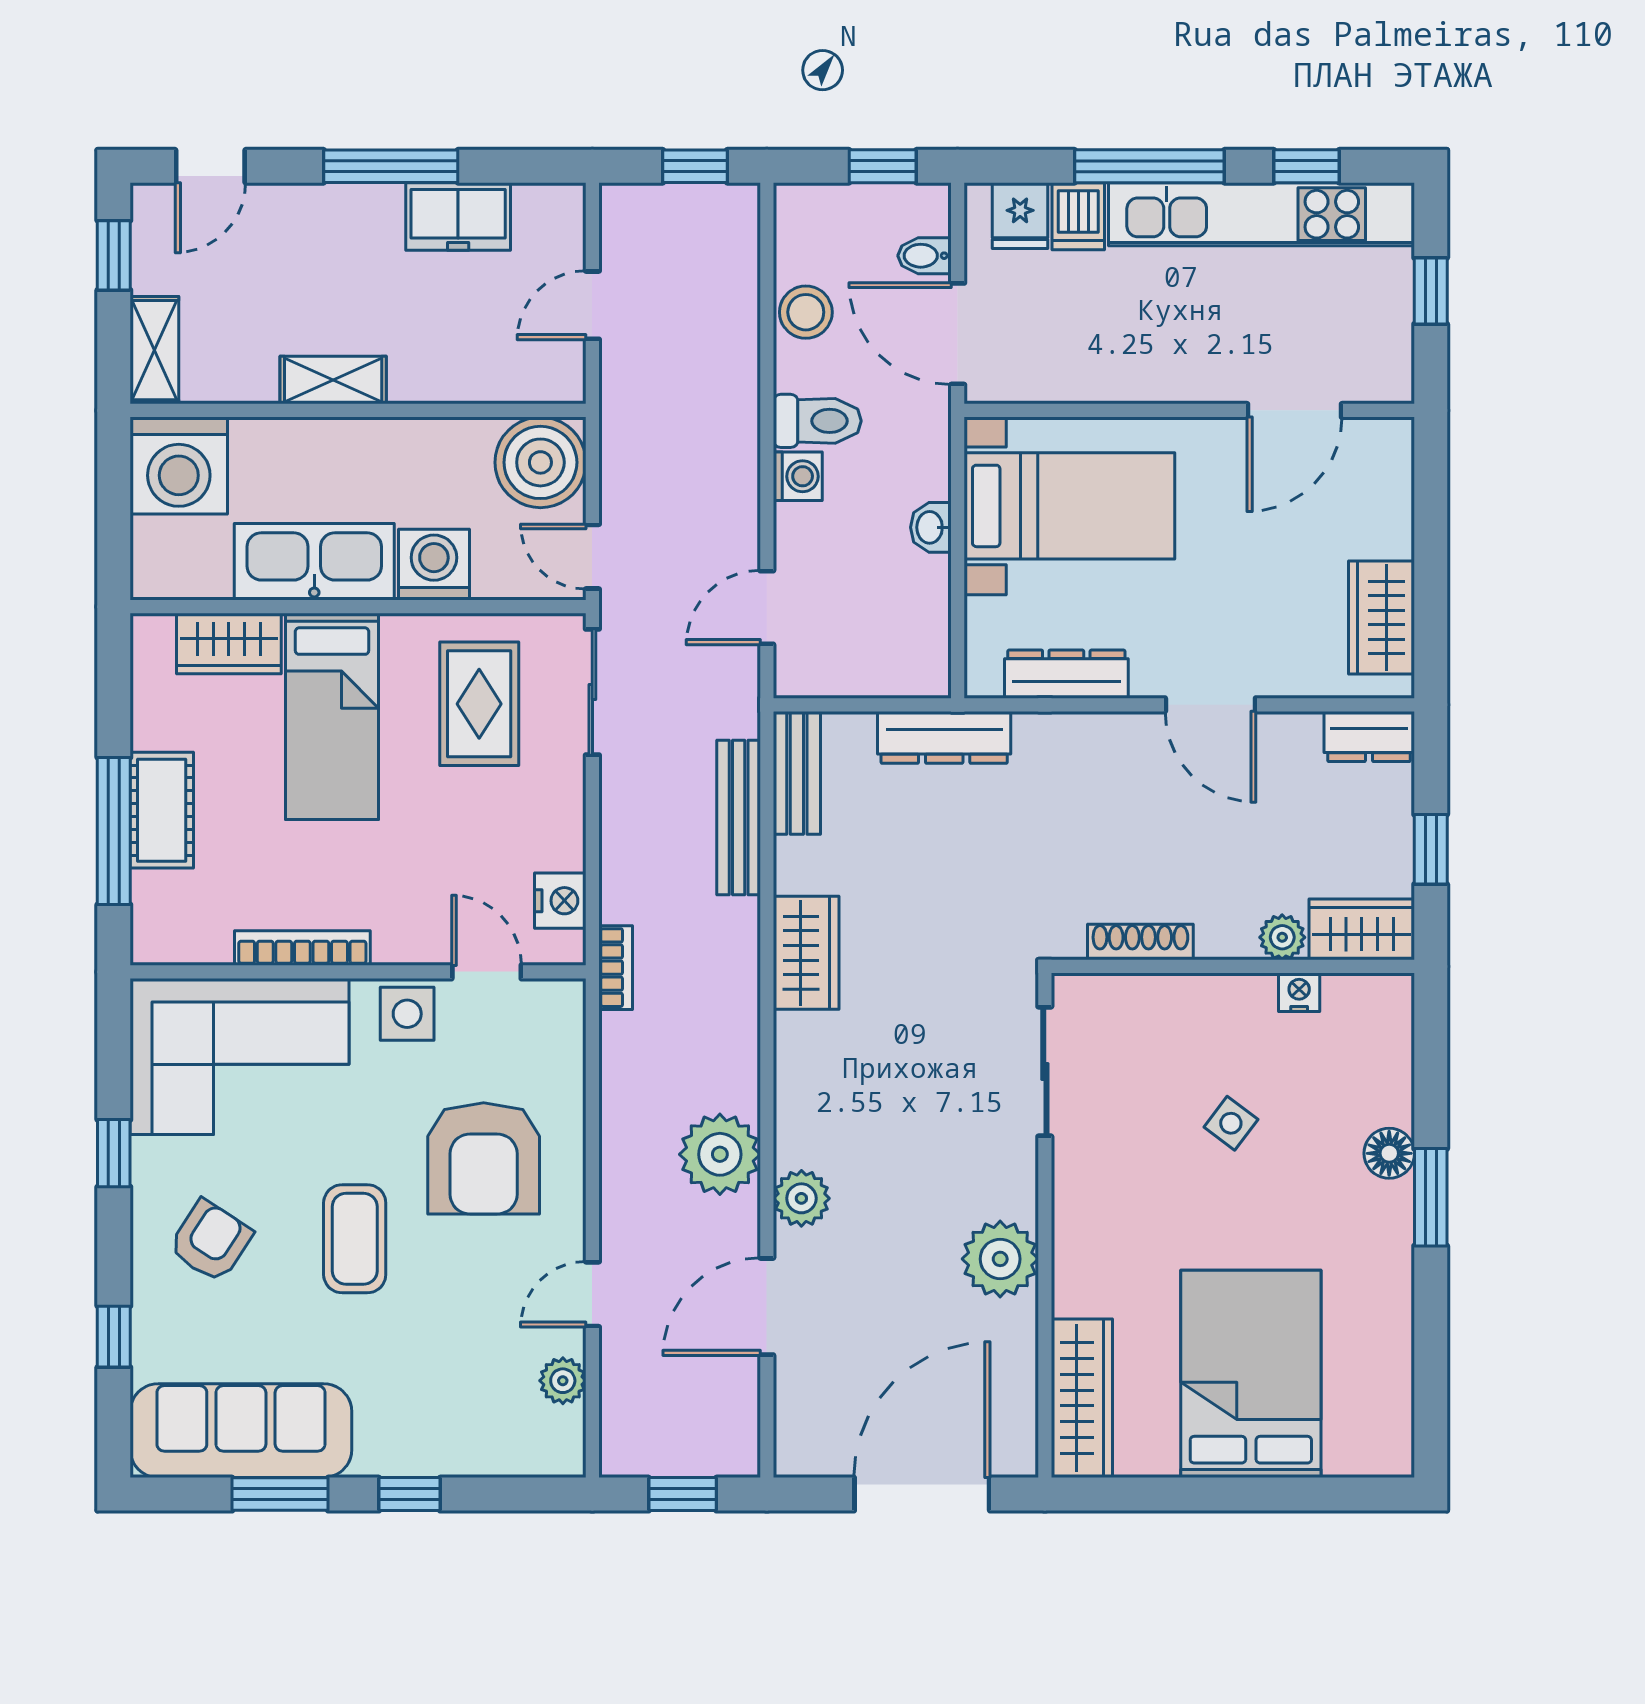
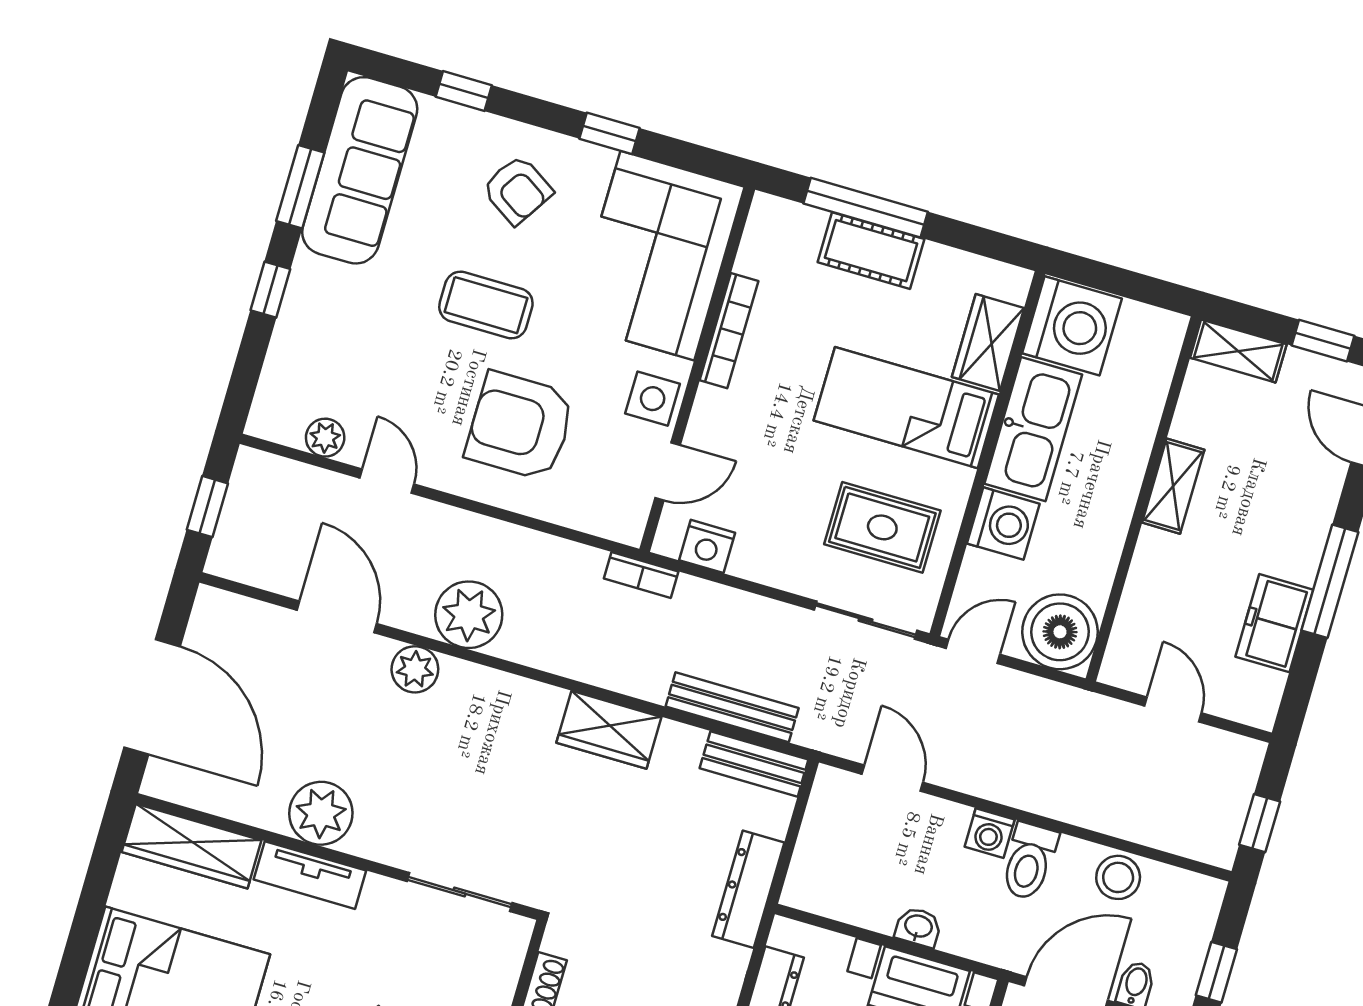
washing machine: (179, 466) -> (1072, 326), moved, turned 180
tv unit: (1076, 1251) -> (310, 875), added

